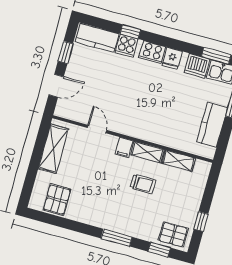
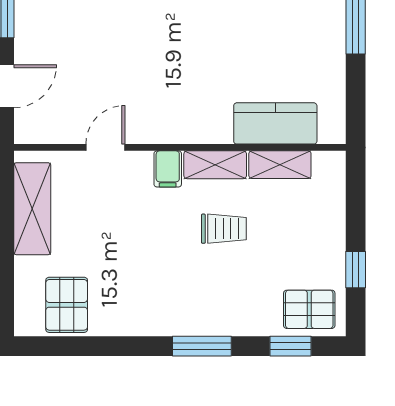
kitchen counter: (212, 125) -> (275, 123), moved, turned 90
door: (97, 129) -> (105, 147), hinge flipped

